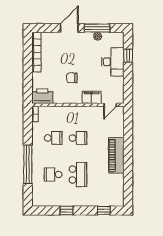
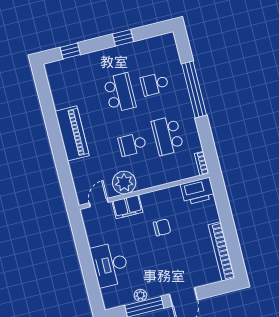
window: (128, 56) -> (91, 278), removed
plant: (90, 114) -> (124, 183), added
school desk: (53, 138) -> (168, 136), width x1.85
school desk: (53, 175) -> (155, 84), turned 180
school desk: (78, 175) -> (120, 93), turned 180

